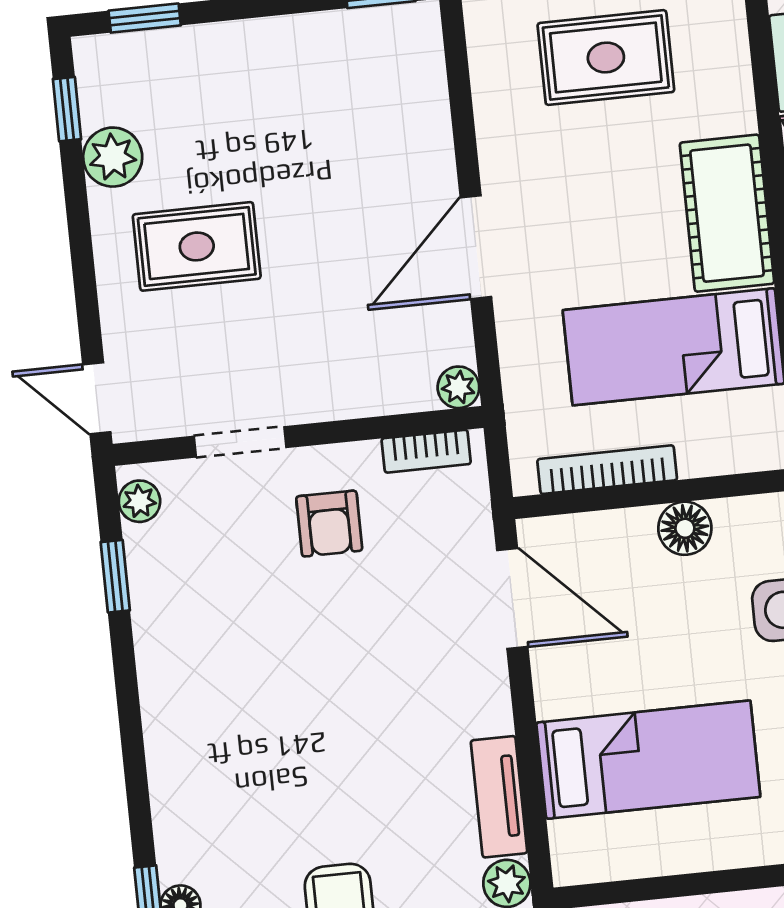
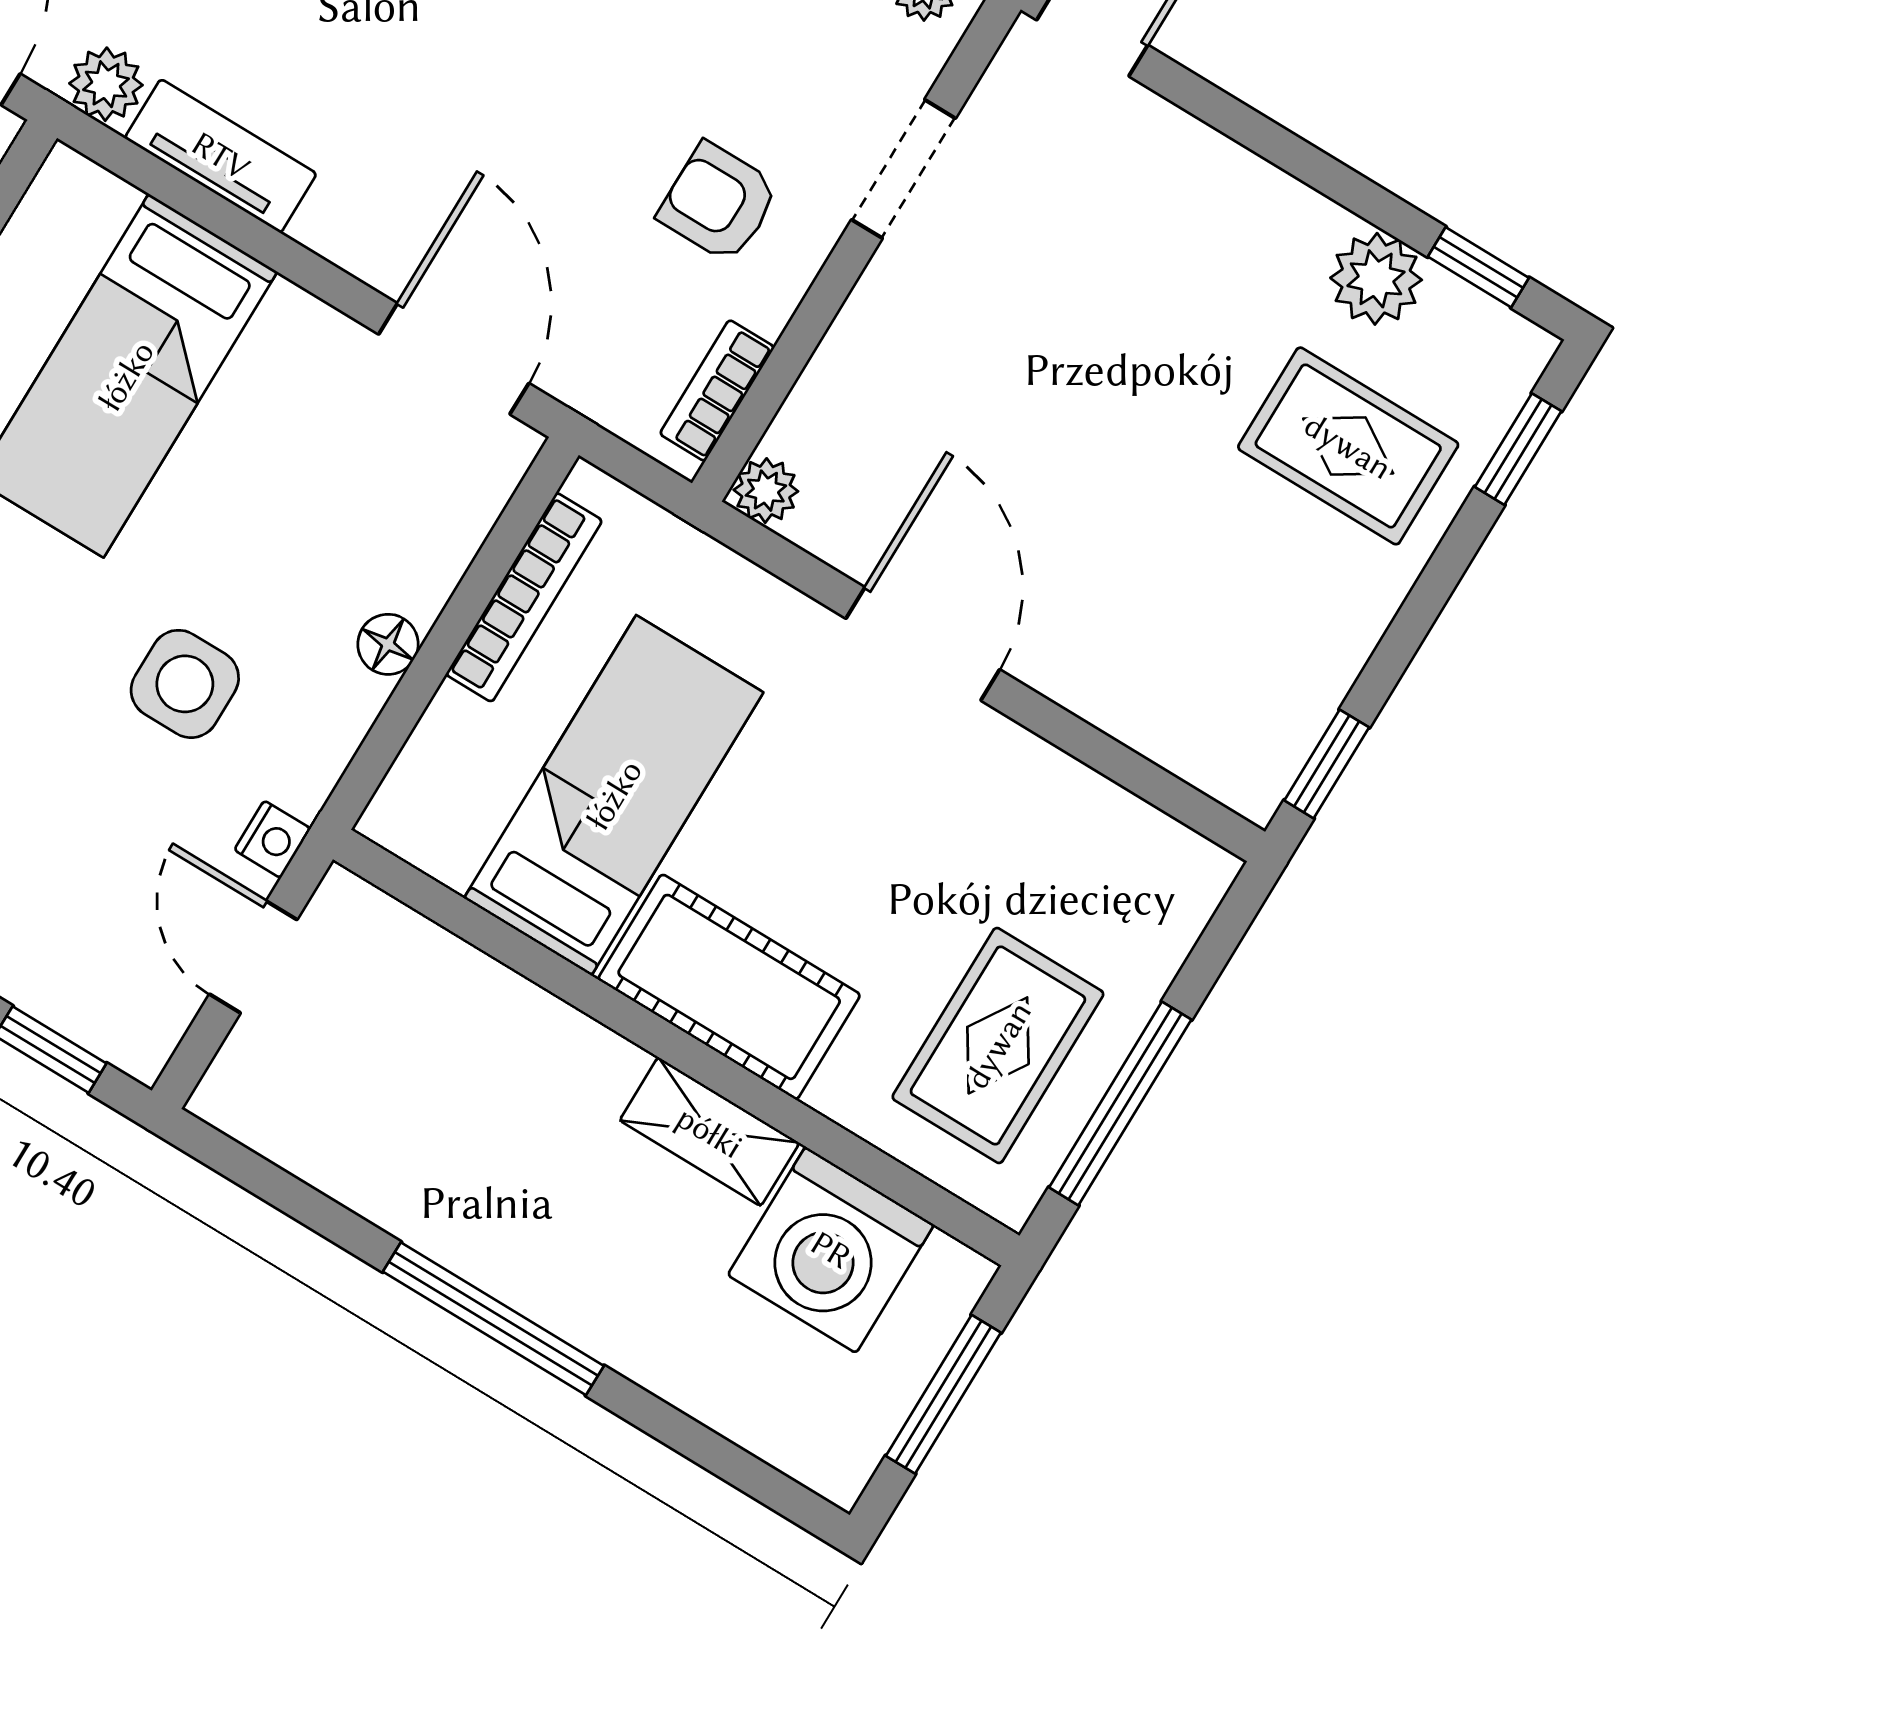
rug: (606, 58) -> (998, 1045), moved
rug: (197, 246) -> (1348, 446), moved, turned 90
floor lamp: (685, 528) -> (388, 644), width x0.73, depth x0.73
door: (512, 599) -> (454, 359), swing flipped

